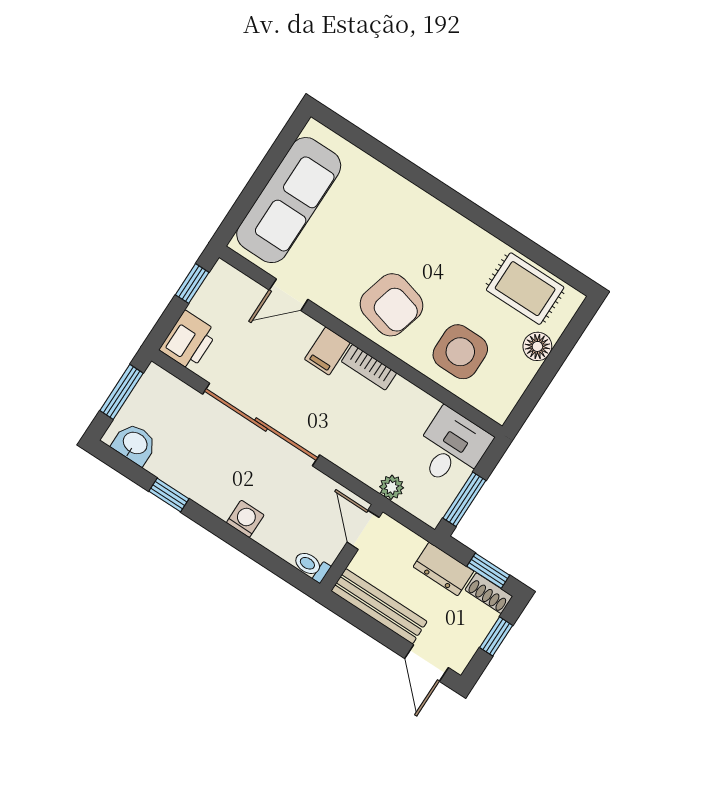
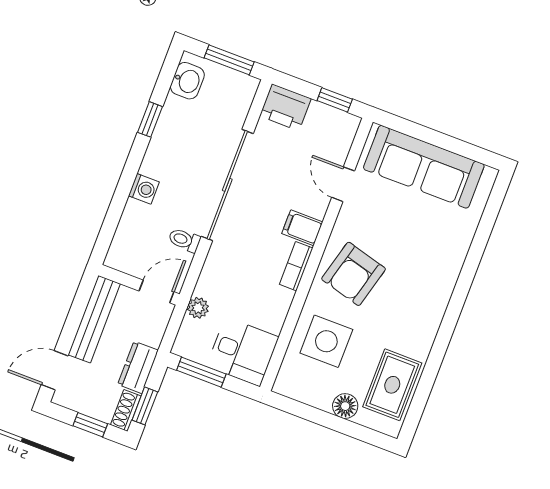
toilet: (311, 566) -> (184, 240), moved, turned -90

